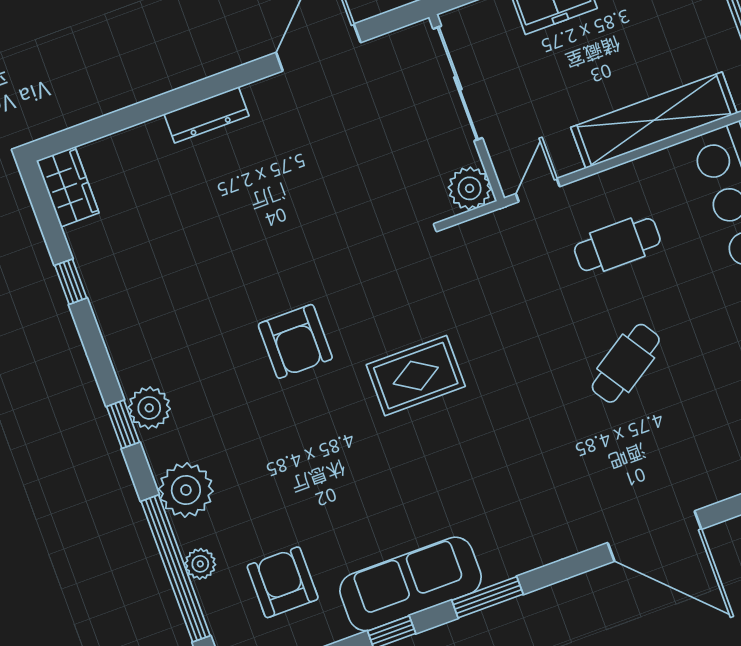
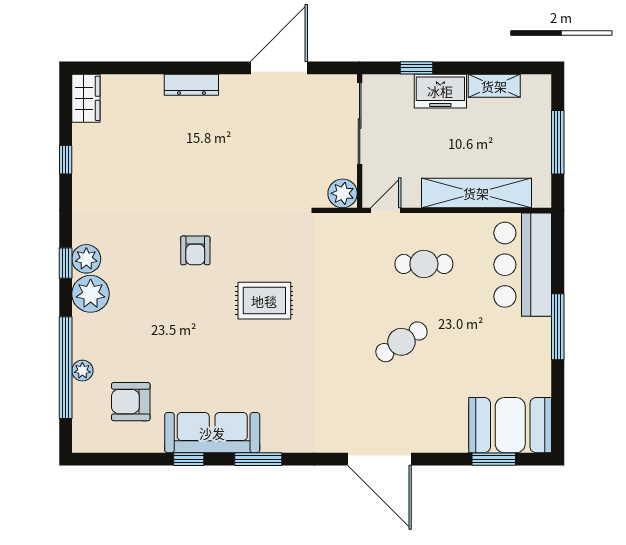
armchair: (295, 341) -> (195, 250), width x0.72, depth x0.72
plant: (186, 490) -> (91, 294), moved
armchair: (283, 582) -> (131, 402), turned -90

